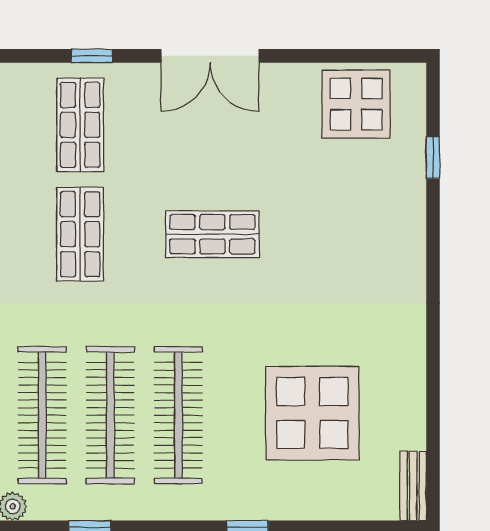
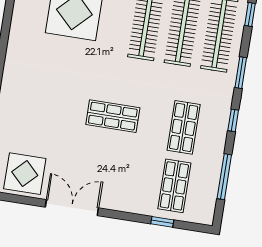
double door: (210, 56) -> (72, 208), moved

